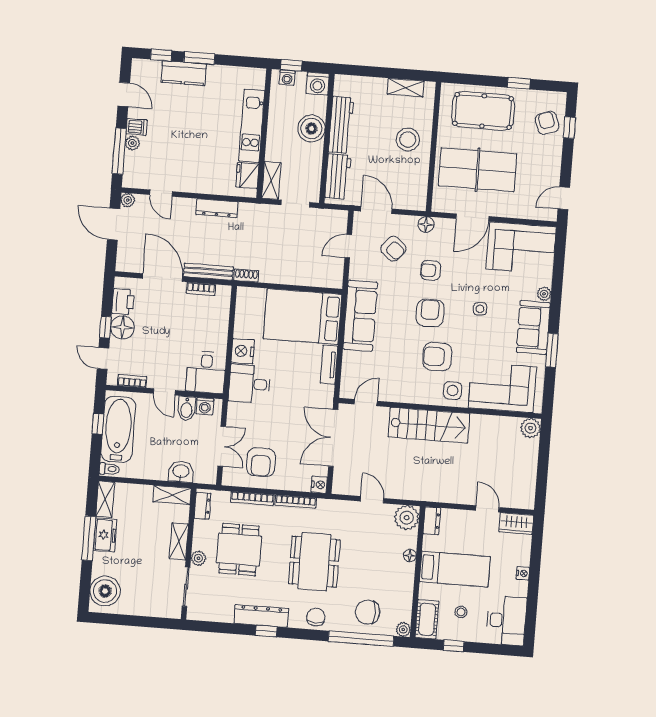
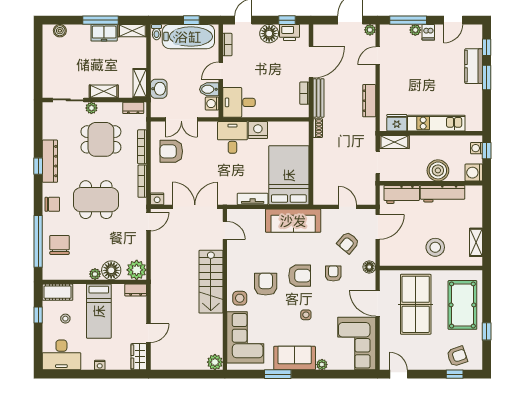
window: (105, 327) -> (287, 20), moved
door: (372, 500) -> (149, 222), moved
floor lamp: (410, 556) -> (111, 270), width x1.89, depth x1.89
boiler: (105, 591) -> (60, 31), width x0.54, depth x0.54
plant: (403, 629) -> (95, 274), moved

